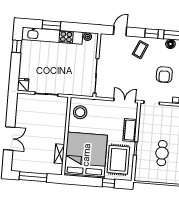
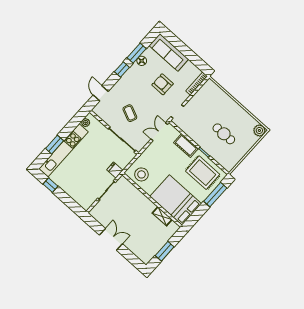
coffee table: (140, 50) -> (130, 113), moved
armchair: (164, 75) -> (163, 84), turned 180
fridge: (23, 85) -> (115, 170), moved
double door: (9, 138) -> (111, 239), moved
bed: (86, 155) -> (176, 200), width x0.73
window: (33, 177) -> (165, 251), width x0.69
window: (108, 183) -> (215, 195), width x2.17

